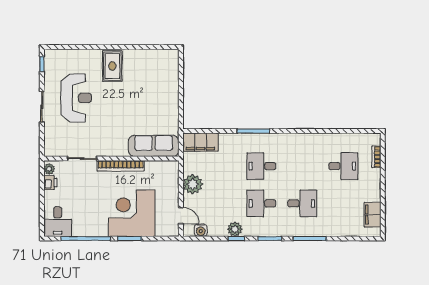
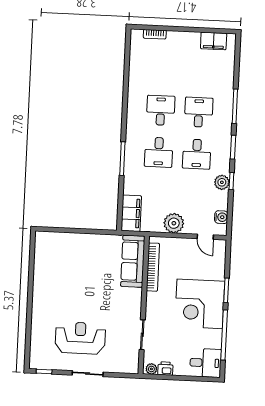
rug: (112, 66) -> (49, 299), removed
bookcase: (121, 166) -> (153, 267), moved
desk: (343, 166) -> (161, 110), moved
corner desk: (132, 213) -> (200, 304), moved
door: (181, 216) -> (205, 237), swing flipped

